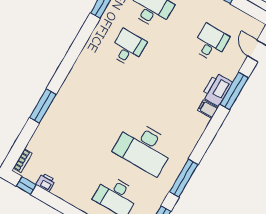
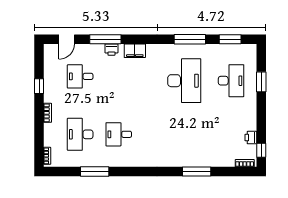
printer: (217, 89) -> (111, 50), width x0.53, depth x0.68
filing cabinet: (208, 109) -> (135, 51), width x2.00

